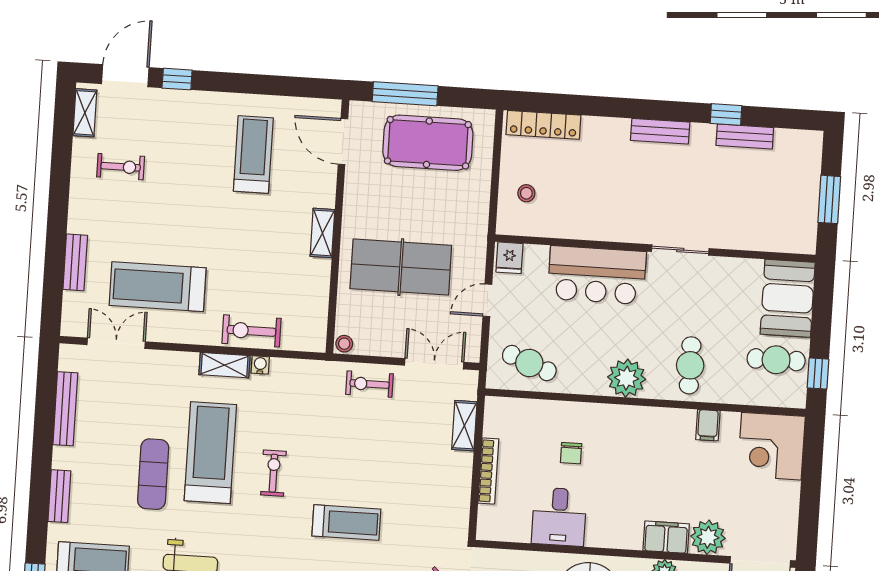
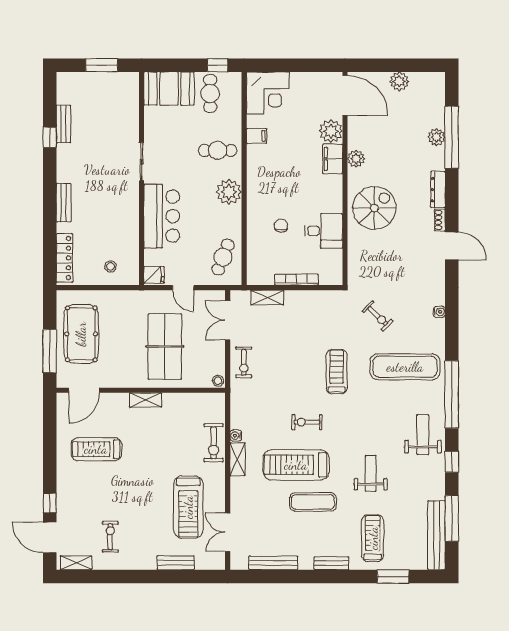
bench: (660, 131) -> (64, 203), moved
chair: (571, 453) -> (281, 226), turned -90

